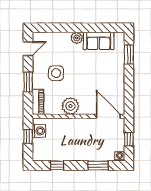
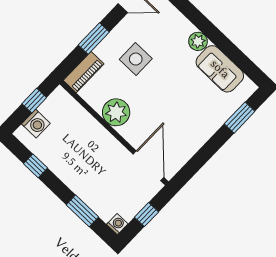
washing machine: (39, 131) -> (36, 124), moved

